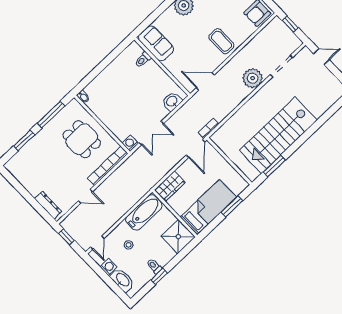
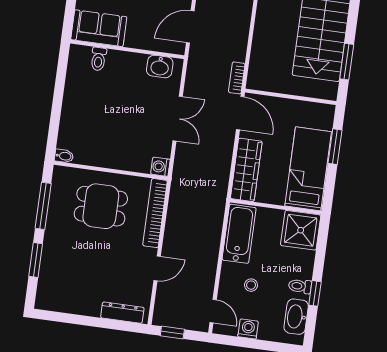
washbasin: (172, 101) -> (160, 66), moved, turned -90
double door: (151, 133) -> (178, 119), moved
wardrobe: (170, 186) -> (246, 170), width x1.50
washbasin: (122, 280) -> (296, 317), moved, turned -90

